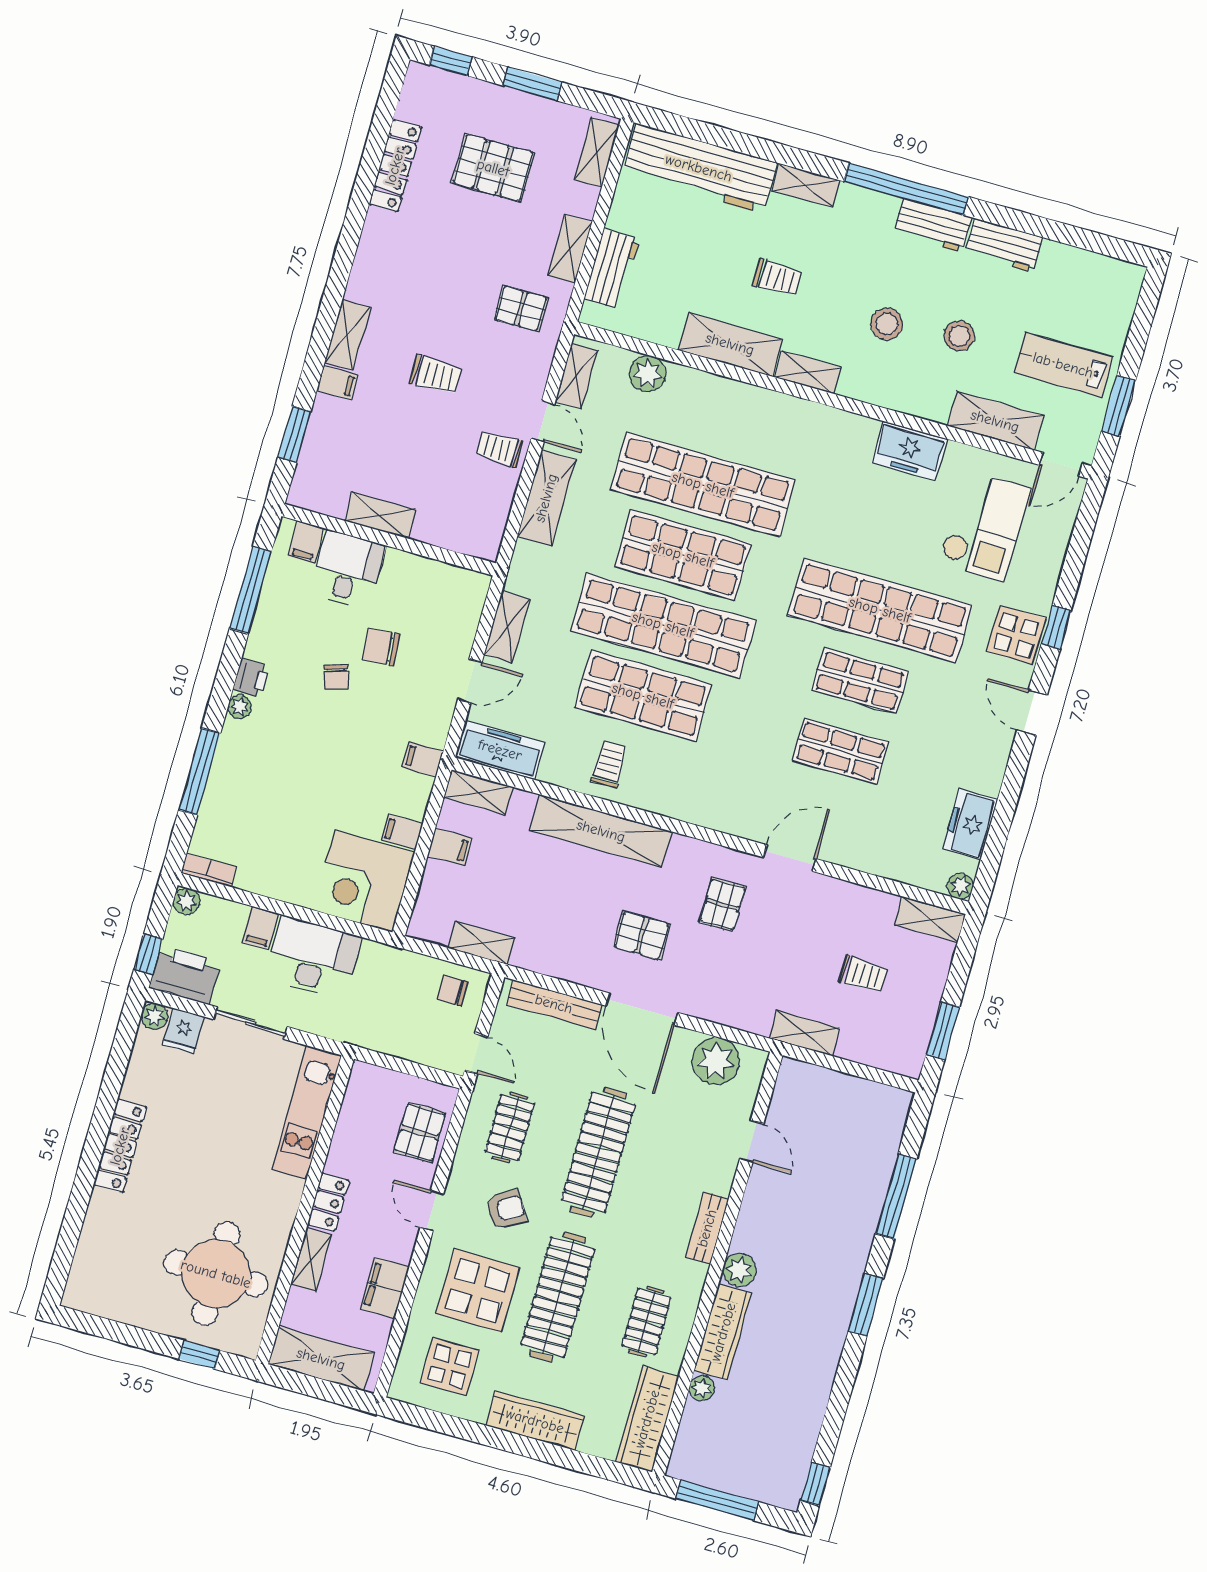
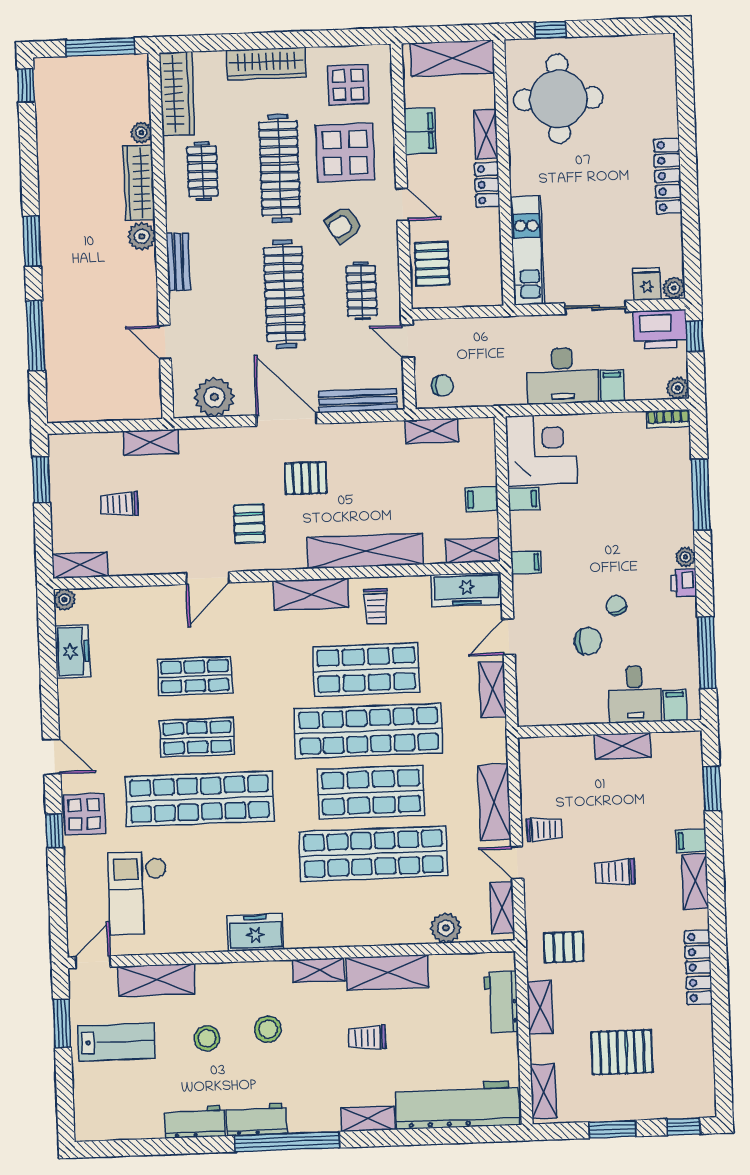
locker: (395, 166) -> (698, 967), moved
freezer: (909, 451) -> (255, 932), moved
shelving: (678, 802) -> (311, 594), added

